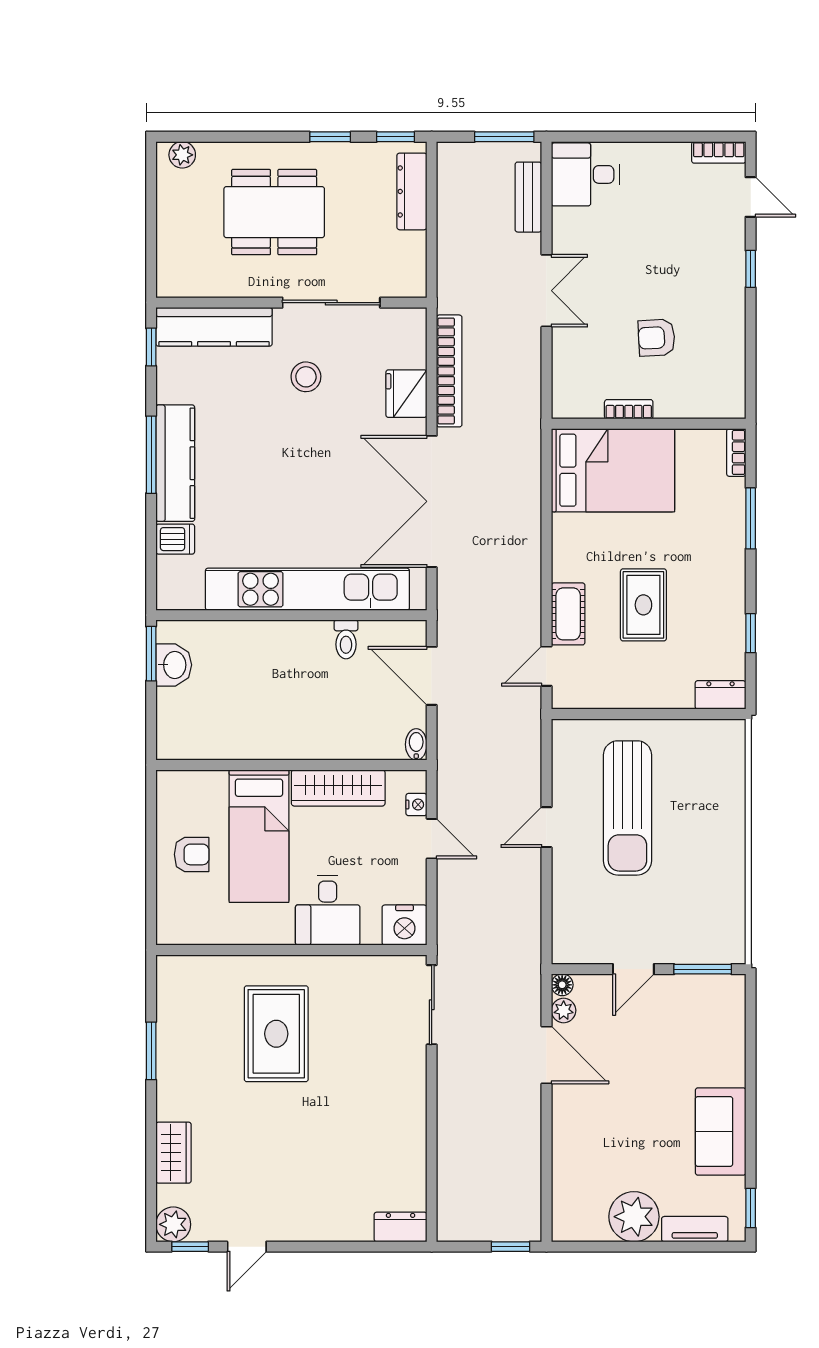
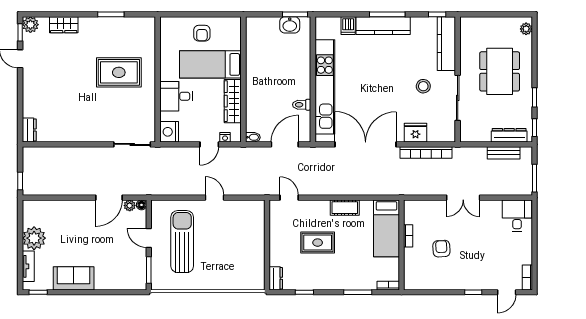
bench: (528, 197) -> (504, 153), moved
bed: (613, 470) -> (386, 228), width x0.67
cot: (568, 614) -> (345, 208), moved
sun lounger: (627, 808) -> (182, 242), moved, turned 90

